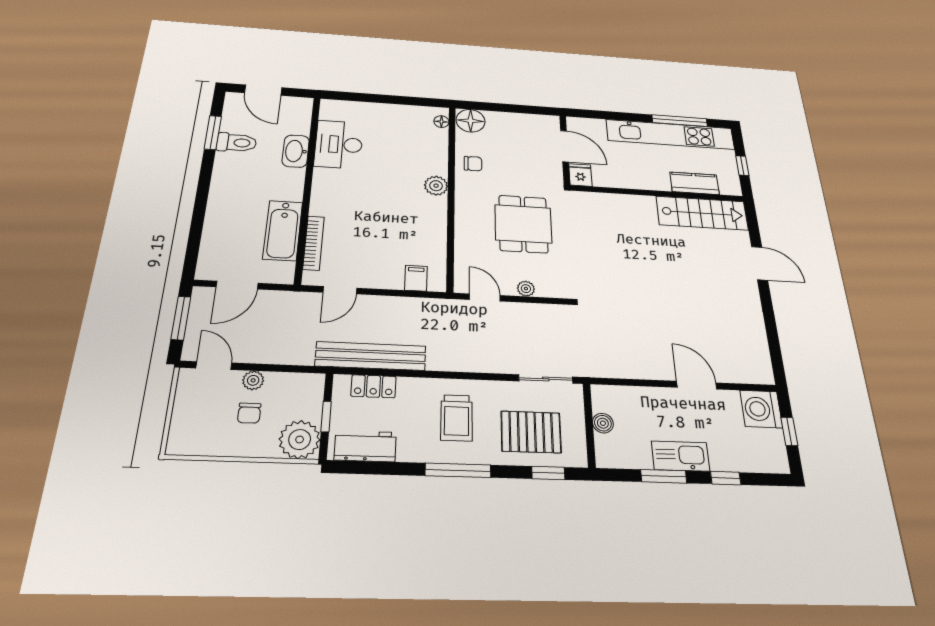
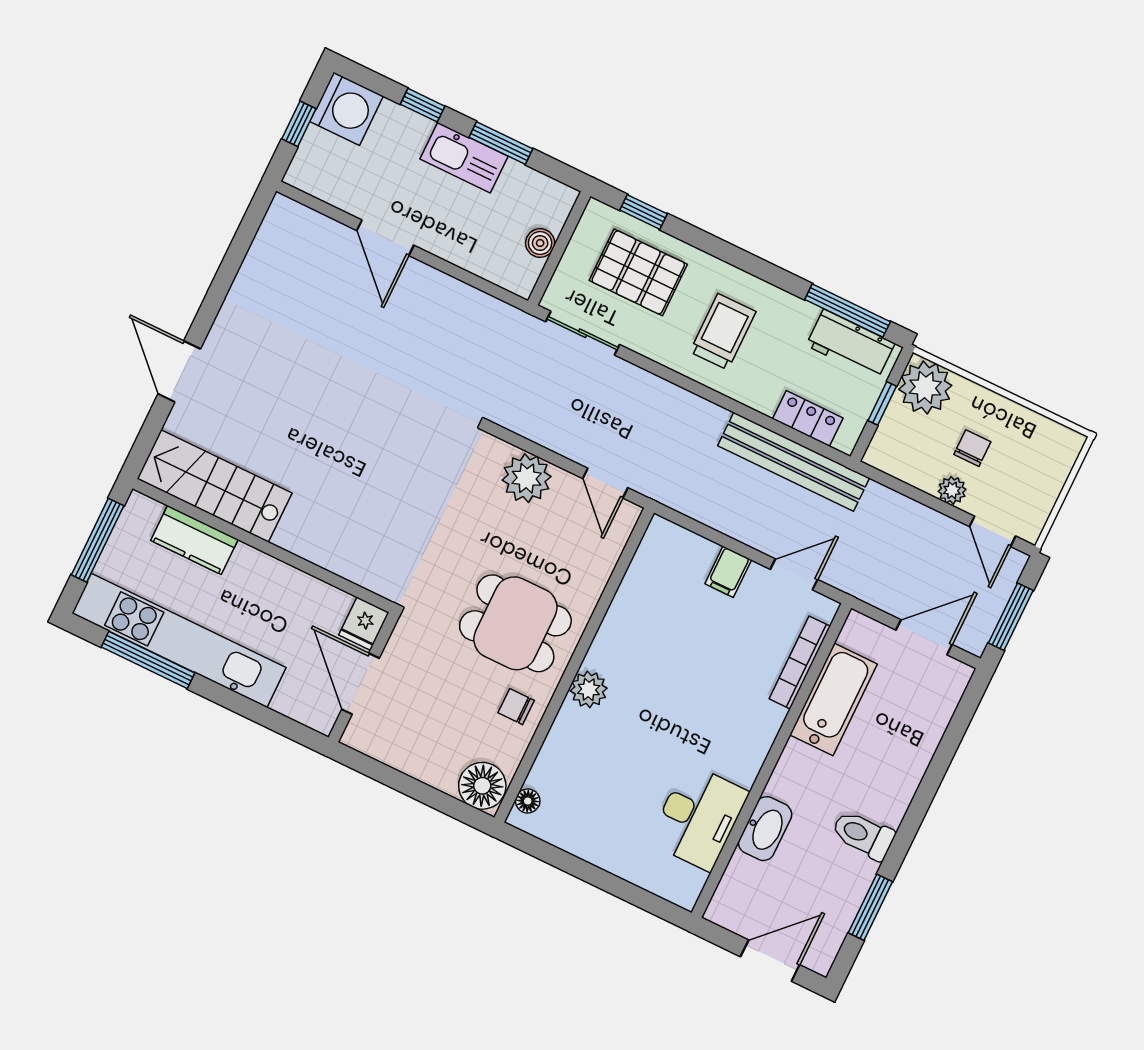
door: (263, 90) -> (770, 961), hinge flipped
toilet: (237, 143) -> (863, 835), moved
window: (742, 166) -> (98, 540), width x2.17
dining table: (523, 224) -> (515, 623), moved, turned 90
filing cabinet: (416, 278) -> (728, 572), moved
plant: (526, 289) -> (527, 478), width x1.87, depth x1.87
washing machine: (761, 409) -> (347, 109), moved
window: (458, 470) -> (848, 311), moved

